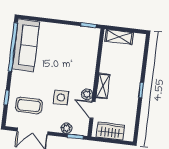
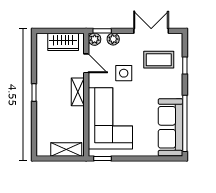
corner sofa: (77, 59) -> (110, 118), added
plant: (87, 94) -> (95, 39), moved

